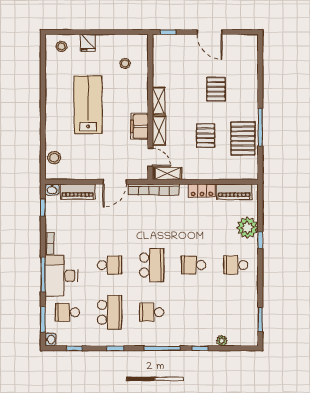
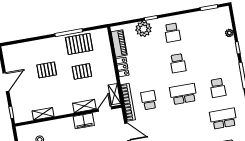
shelving: (159, 101) -> (43, 114), moved
school desk: (110, 265) -> (149, 100), moved

